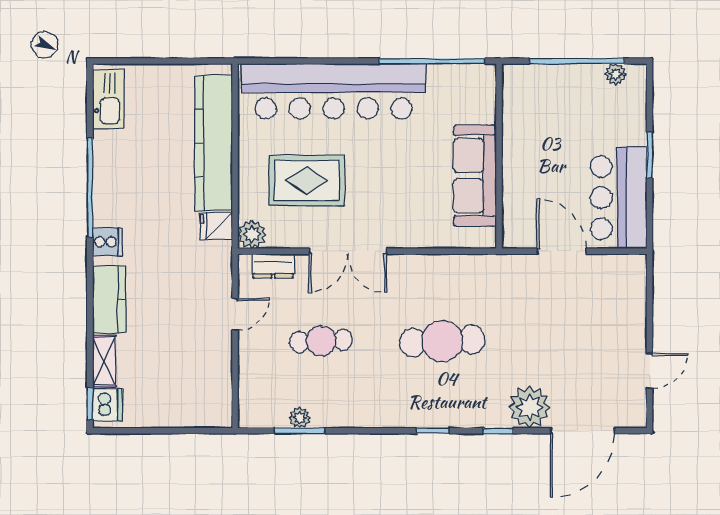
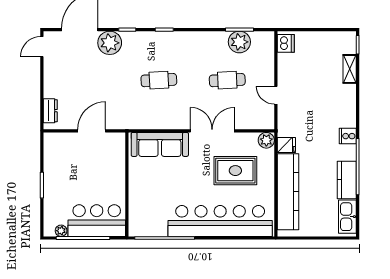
sofa: (475, 176) -> (160, 144), moved, turned 90
bar counter: (619, 198) -> (97, 221), moved, turned -90
door: (561, 251) -> (92, 131), swing flipped
dresser: (273, 266) -> (50, 111), moved, turned 90
kitchen counter: (109, 300) -> (347, 180), moved
door: (235, 314) -> (276, 95), hinge flipped
cafe table: (442, 341) -> (159, 80), width x0.73, depth x0.74
door: (650, 371) -> (42, 47), moved
dishwasher: (107, 405) -> (286, 43), moved, turned 180
plant: (300, 418) -> (239, 42), width x1.88, depth x1.88

